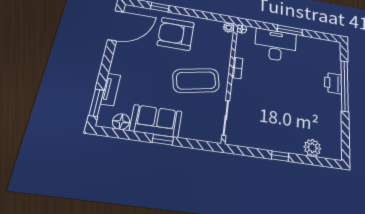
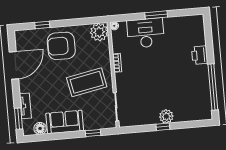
door: (116, 26) -> (14, 65), moved
plant: (229, 27) -> (99, 32), width x1.88, depth x1.88
window: (345, 86) -> (213, 87), moved
window: (163, 140) -> (93, 133), moved
plant: (312, 148) -> (166, 116), moved

